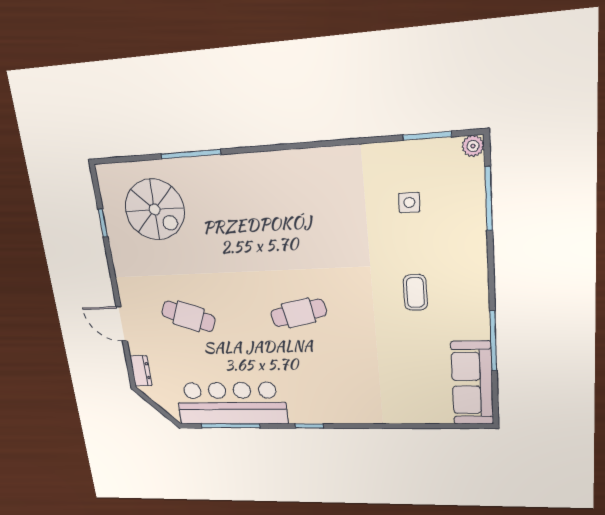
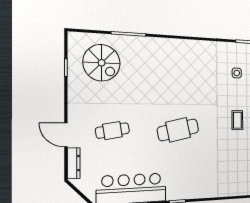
cafe table: (299, 313) -> (178, 130), width x1.37, depth x1.35
cafe table: (188, 316) -> (112, 131), turned -30
dresser: (141, 371) -> (74, 163), width x1.44

